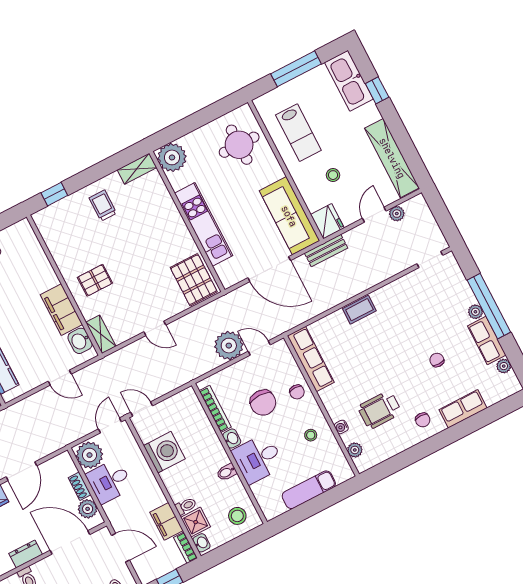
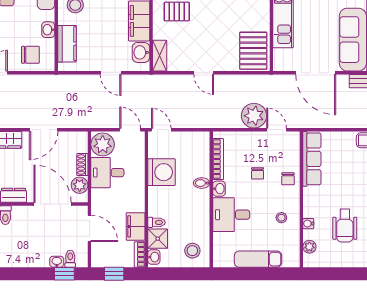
chair: (263, 403) -> (258, 173), width x0.54, depth x0.54
wheelchair: (380, 410) -> (345, 226), turned -90
door: (110, 425) -> (130, 130), hinge flipped
bidet: (227, 472) -> (202, 183), moved

